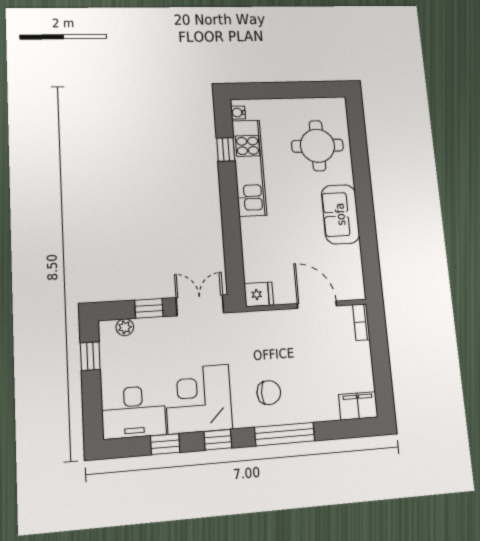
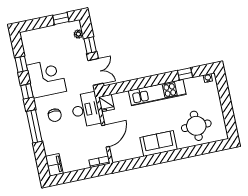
kitchen unit: (249, 168) -> (157, 93), moved
desk: (134, 412) -> (86, 110), moved, turned 180

